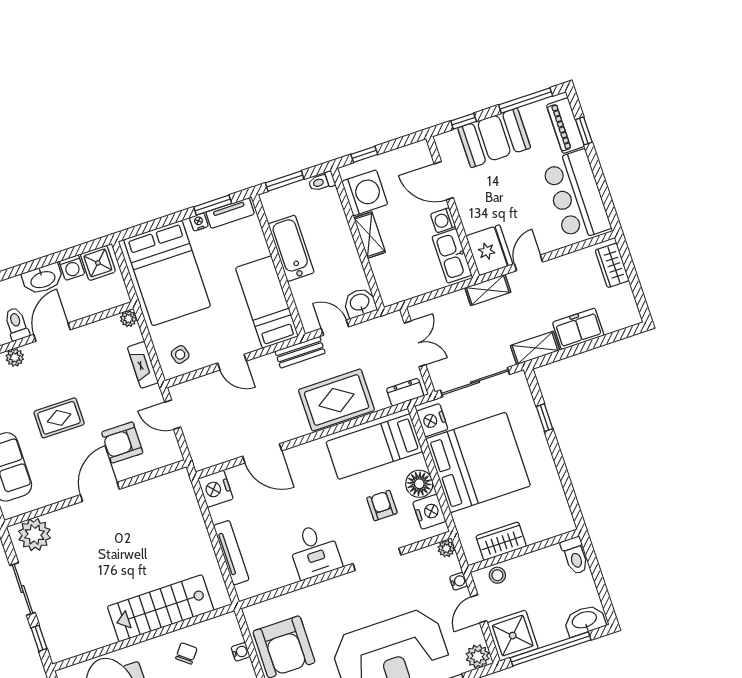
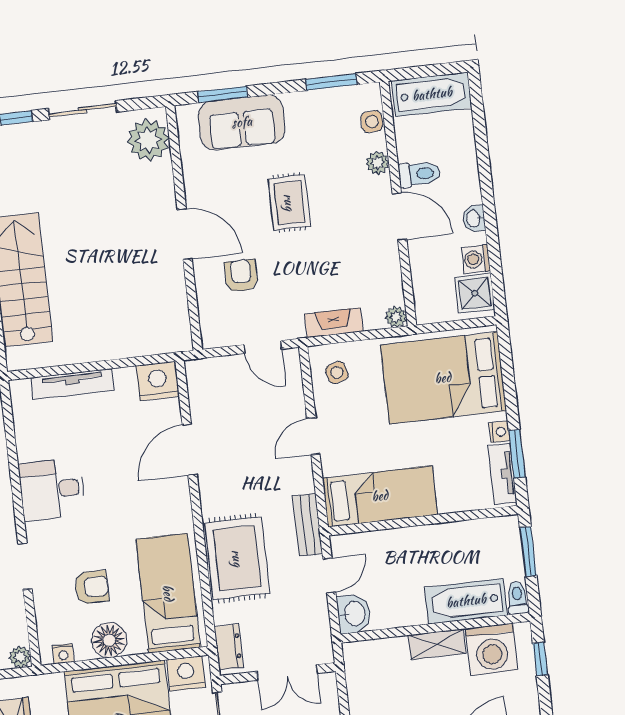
bathtub: (291, 248) -> (466, 601), moved, turned 180
washbasin: (43, 279) -> (474, 219), width x0.52, depth x0.69
door: (173, 415) -> (263, 347), swing flipped
armchair: (122, 443) -> (241, 276), width x0.72, depth x0.72
nightstand: (429, 512) -> (63, 654), width x0.53, depth x0.56
doorway: (377, 559) -> (25, 566), width x0.73

